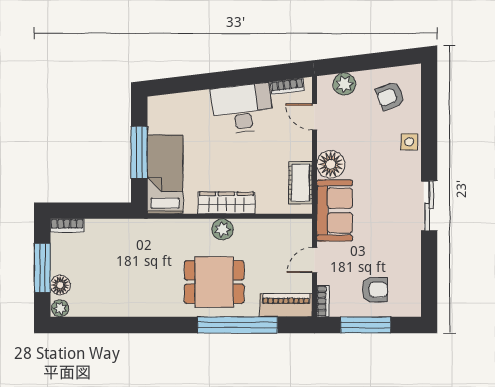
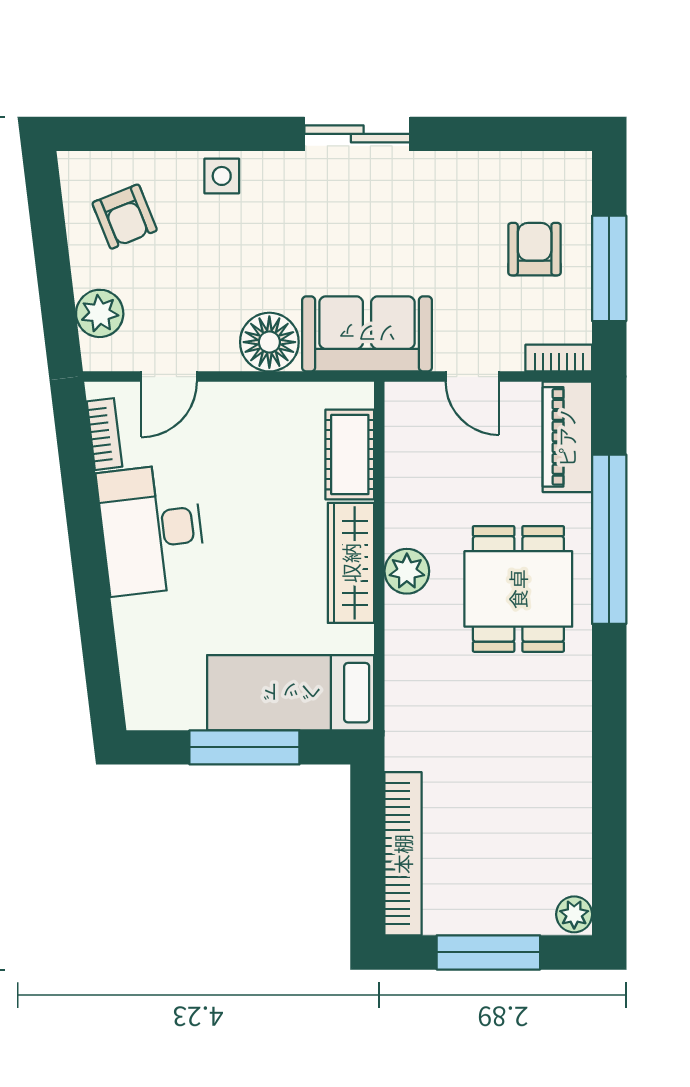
cot: (300, 183) -> (350, 454), moved, turned 90
bookcase: (67, 225) -> (403, 854), width x2.31, depth x1.31
floor lamp: (60, 285) -> (525, 914), removed

